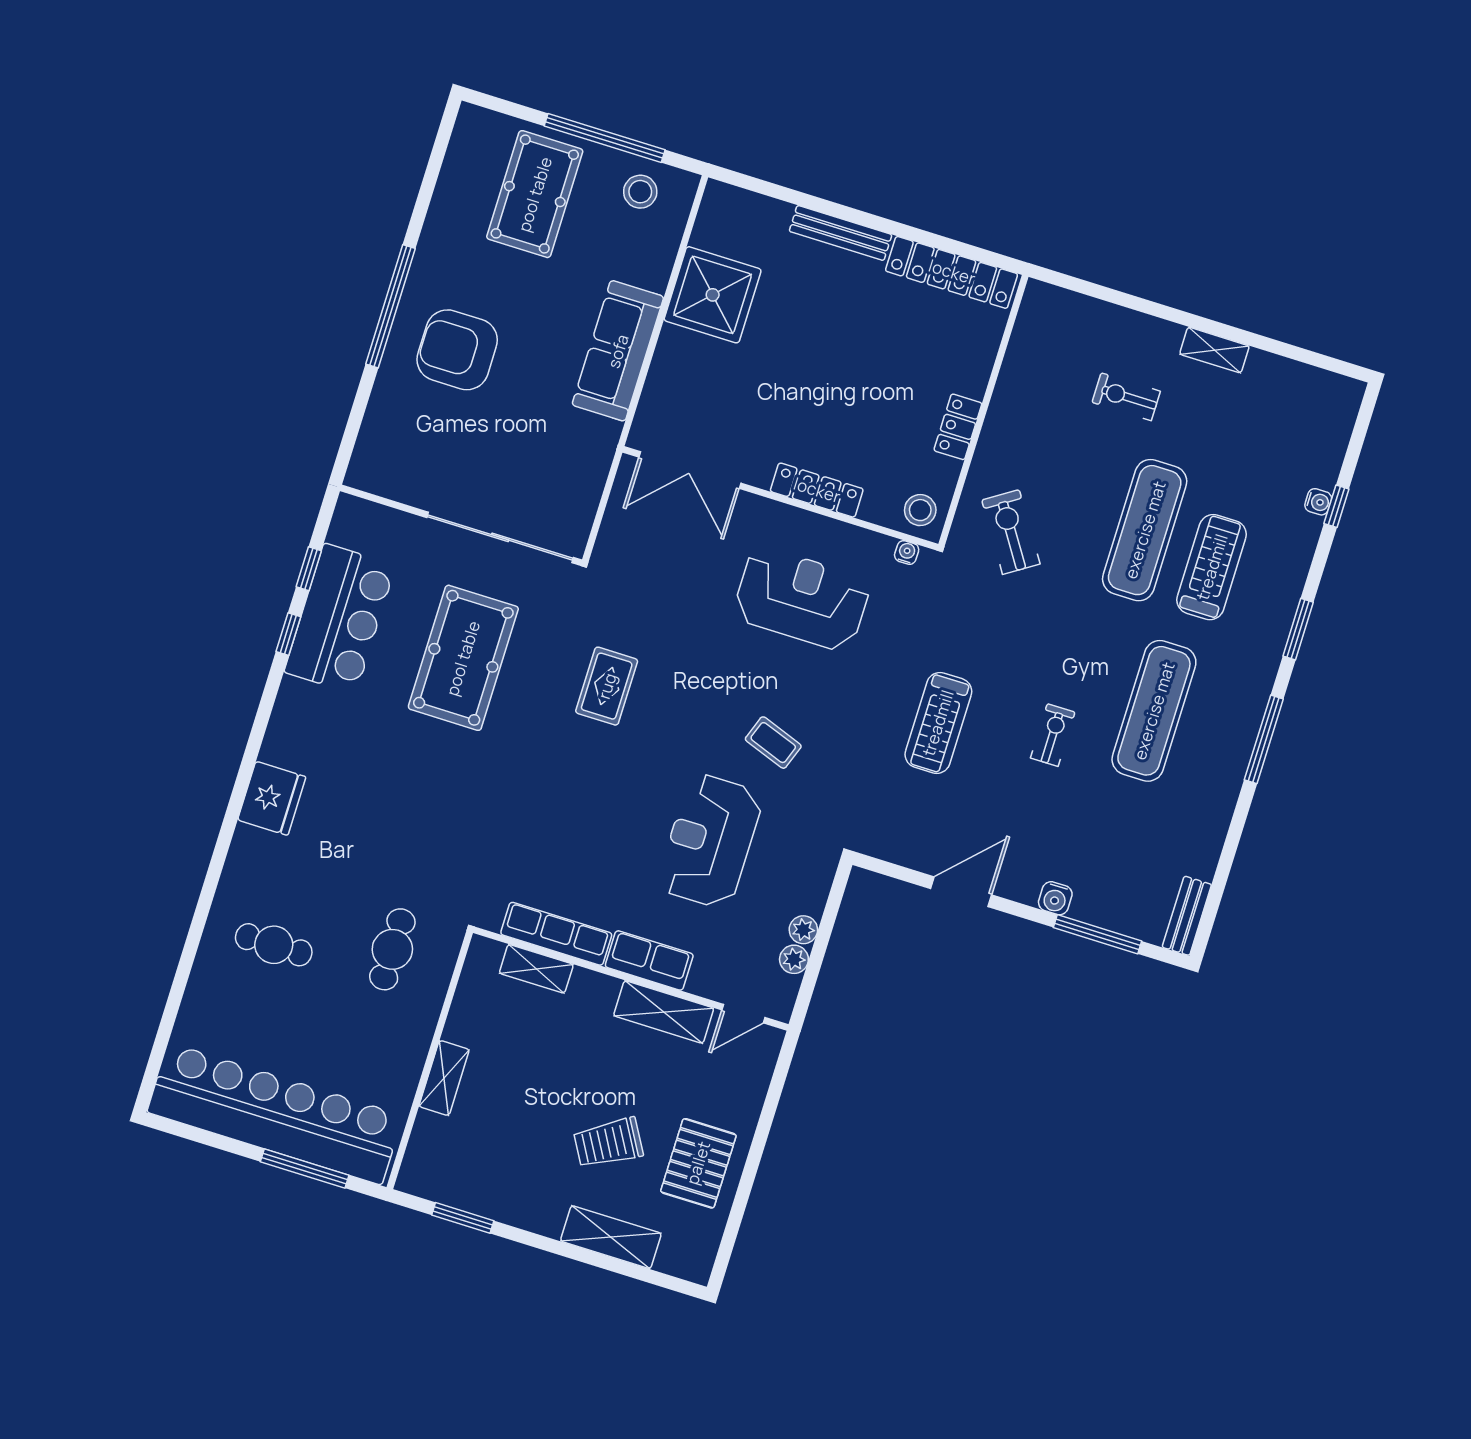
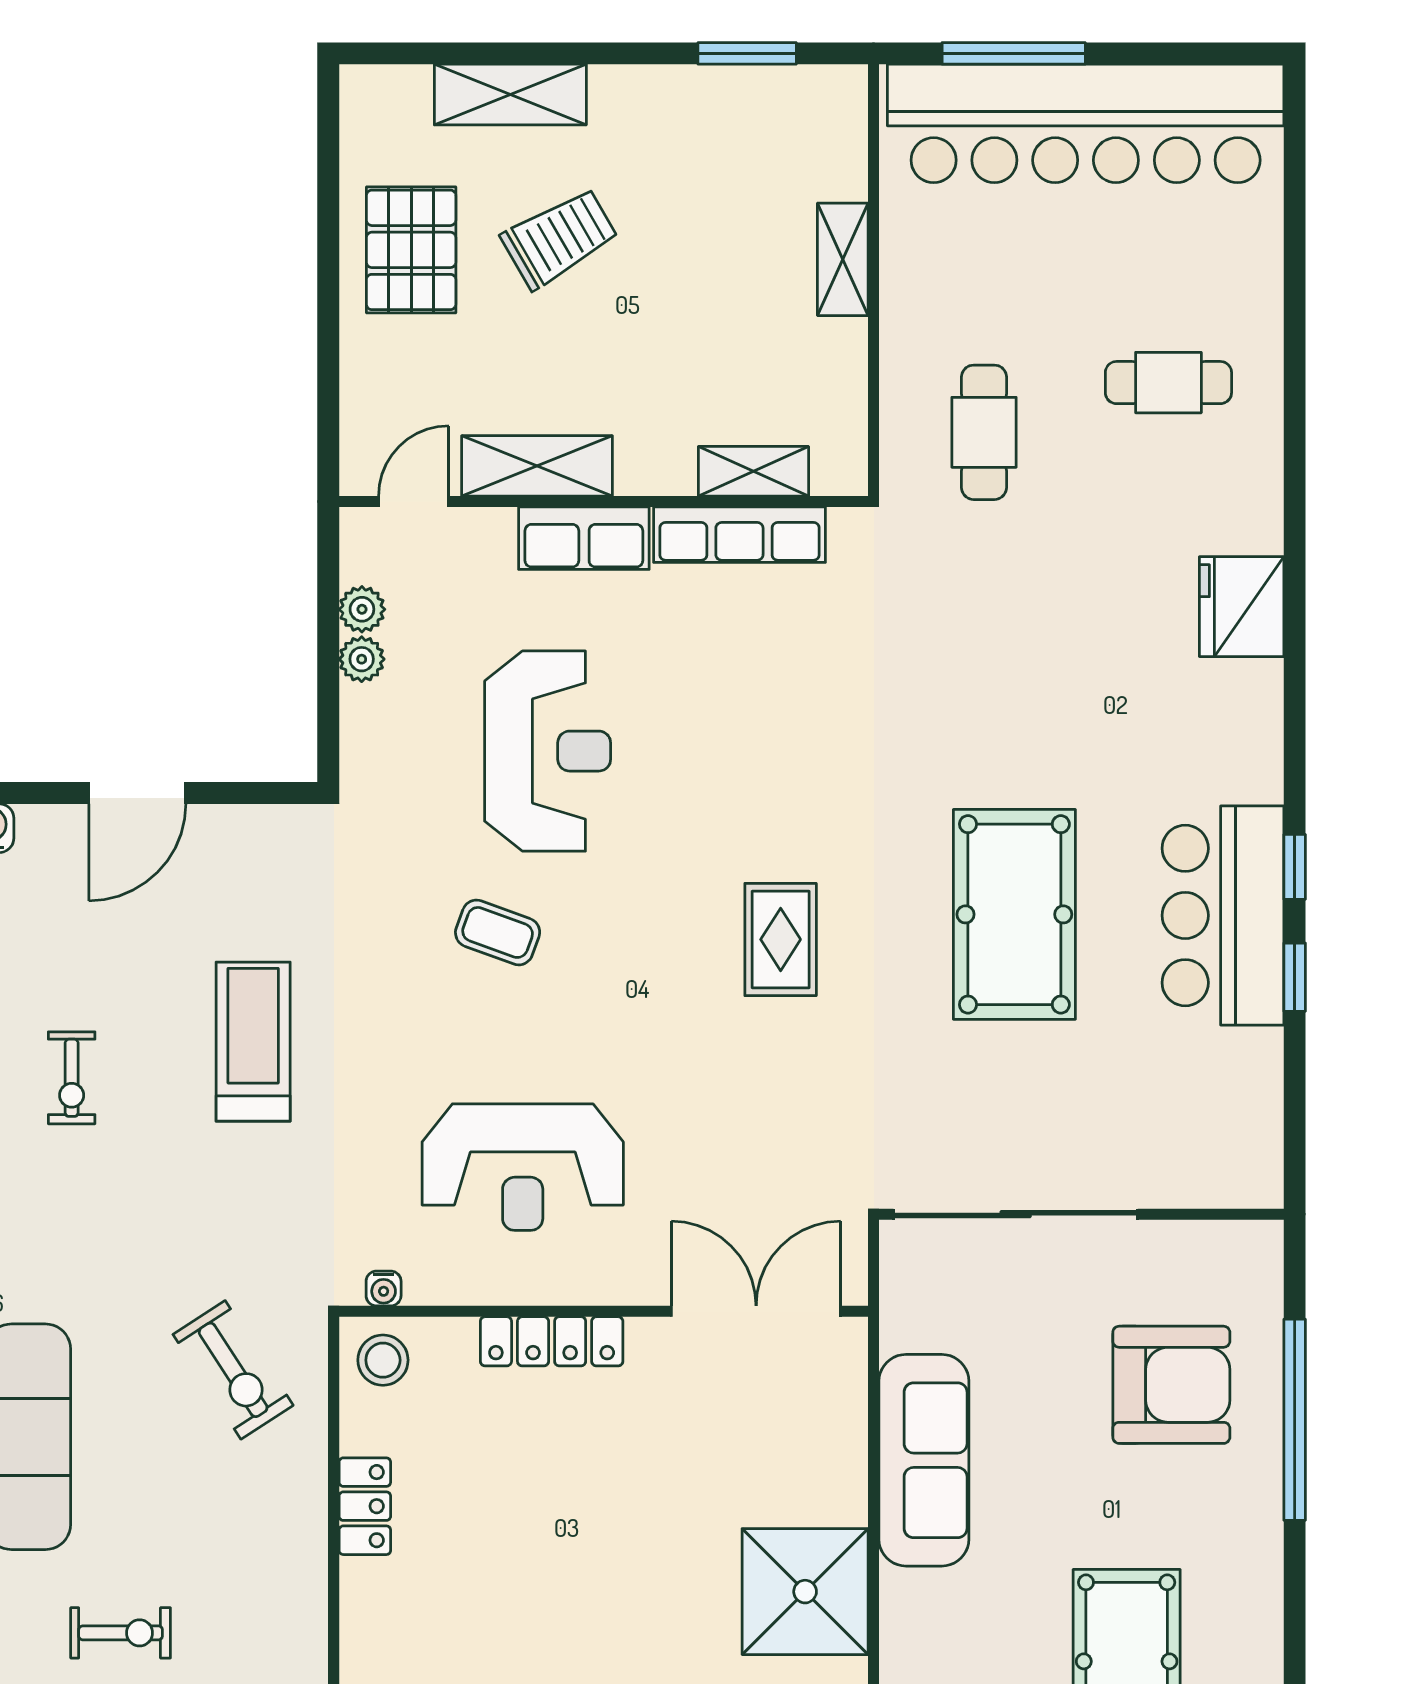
wall: (461, 525) -> (1081, 1214), moved
sliding door: (500, 537) -> (1016, 1214), moved

